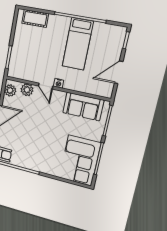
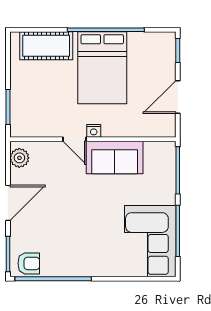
cot: (35, 18) -> (46, 46), width x1.37, depth x1.34
bed: (78, 44) -> (102, 68), width x1.50
plant: (27, 90) -> (47, 151), removed
sofa: (83, 106) -> (115, 157), moved

